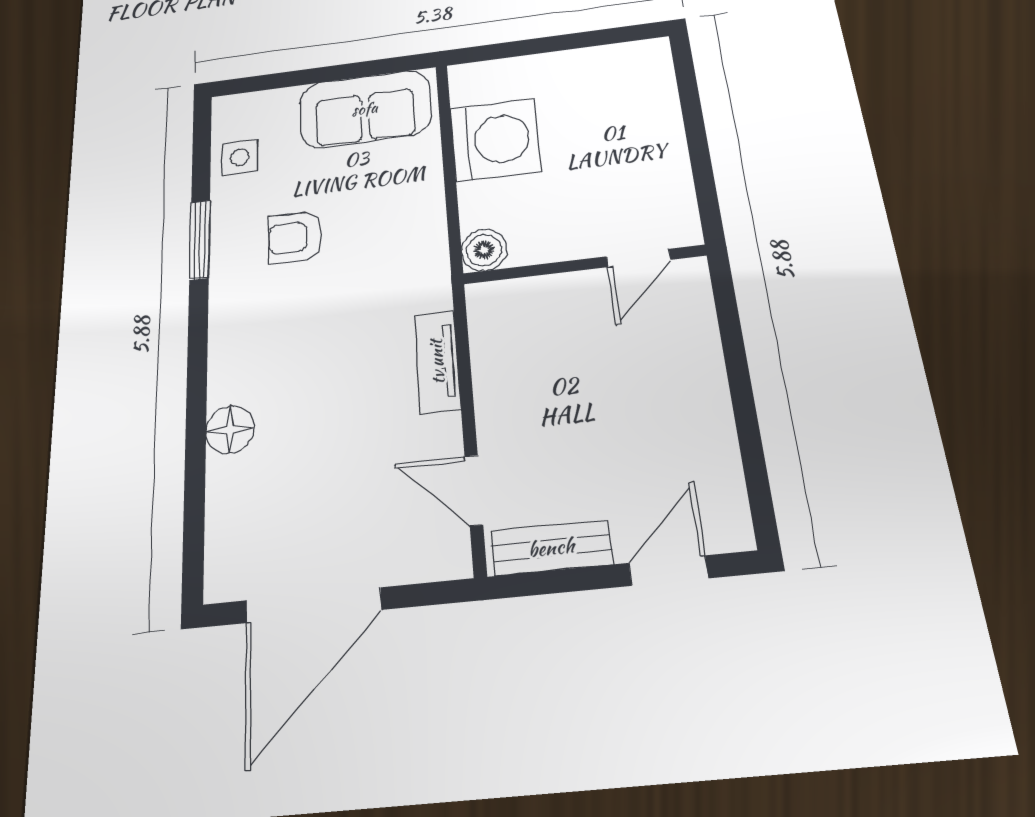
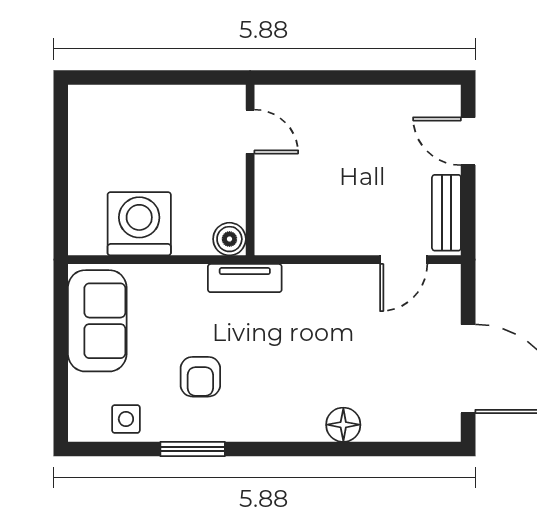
tv unit: (437, 362) -> (245, 278), moved

